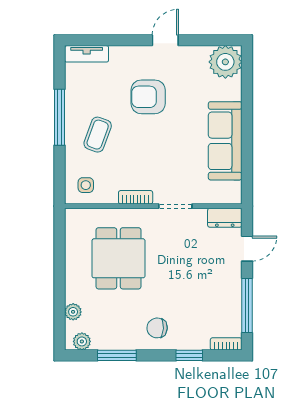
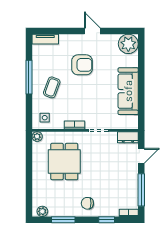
door: (165, 40) -> (92, 31), hinge flipped
armchair: (148, 97) -> (82, 65), turned 180
plant: (73, 312) -> (37, 137), moved

